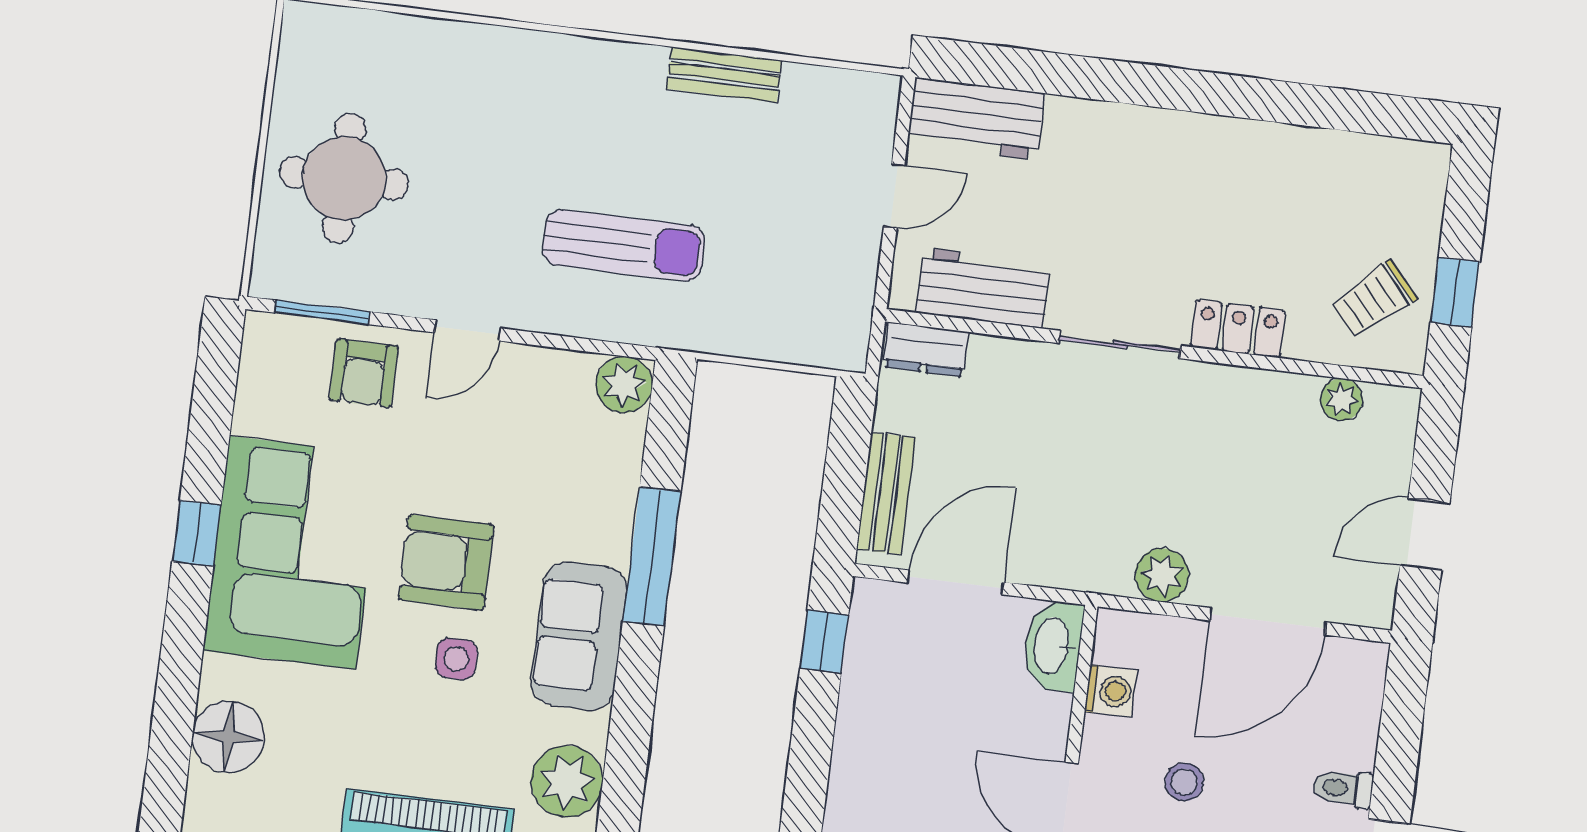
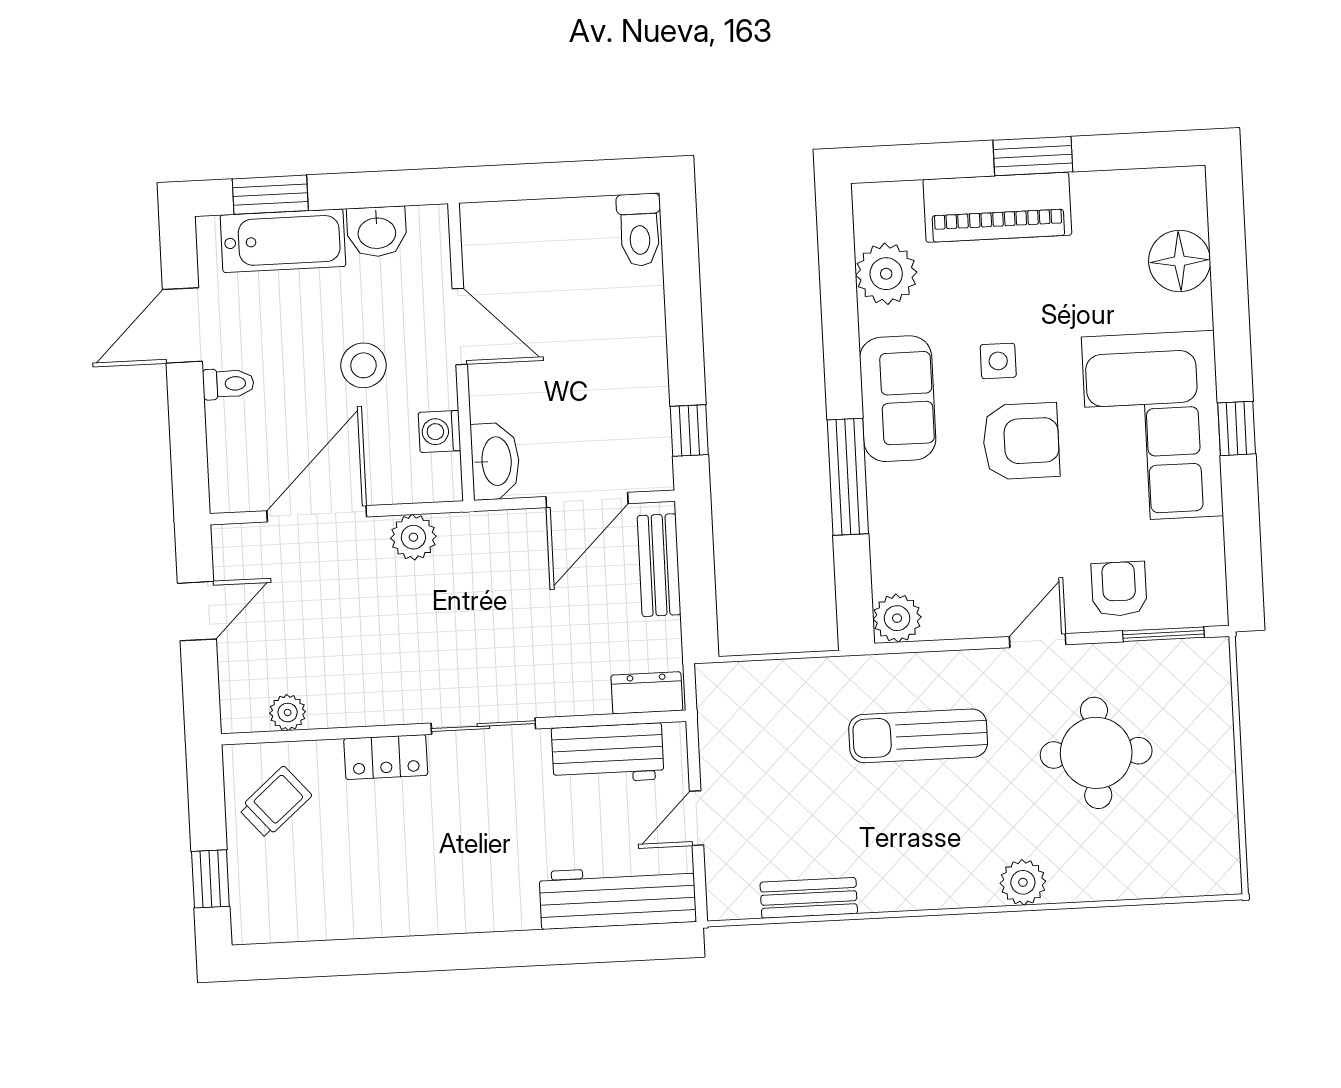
plant: (533, 56) -> (1023, 882), added
bench: (724, 75) -> (809, 898), moved
workbench: (976, 119) -> (618, 897), width x1.38
round table: (344, 178) -> (1096, 753), moved
window: (1455, 292) -> (210, 879), moved
stool: (1184, 782) -> (363, 365), width x1.37, depth x1.37

